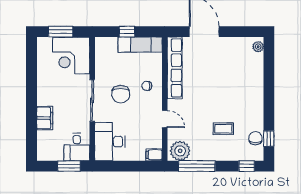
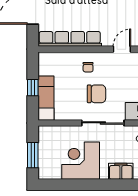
exam couch: (140, 45) -> (46, 98), moved
corner desk: (71, 56) -> (81, 161), moved, turned 180

